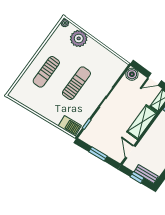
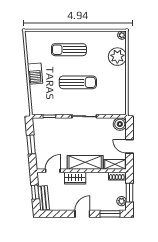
barbecue: (70, 126) -> (35, 74), moved
wardrobe: (148, 139) -> (75, 178), added

